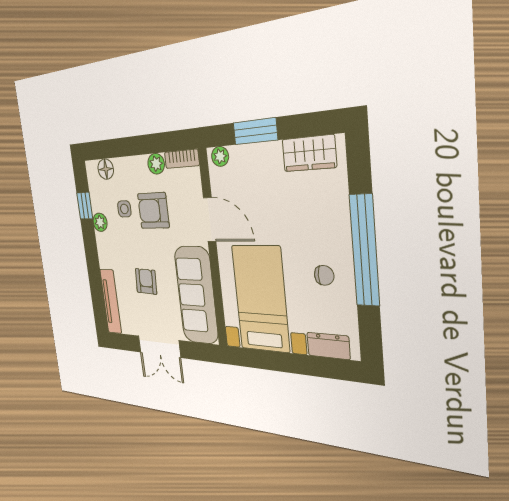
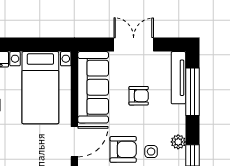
door: (210, 220) -> (74, 142), swing flipped
armchair: (146, 281) -> (139, 96), turned -93
window: (96, 284) -> (192, 92), added

